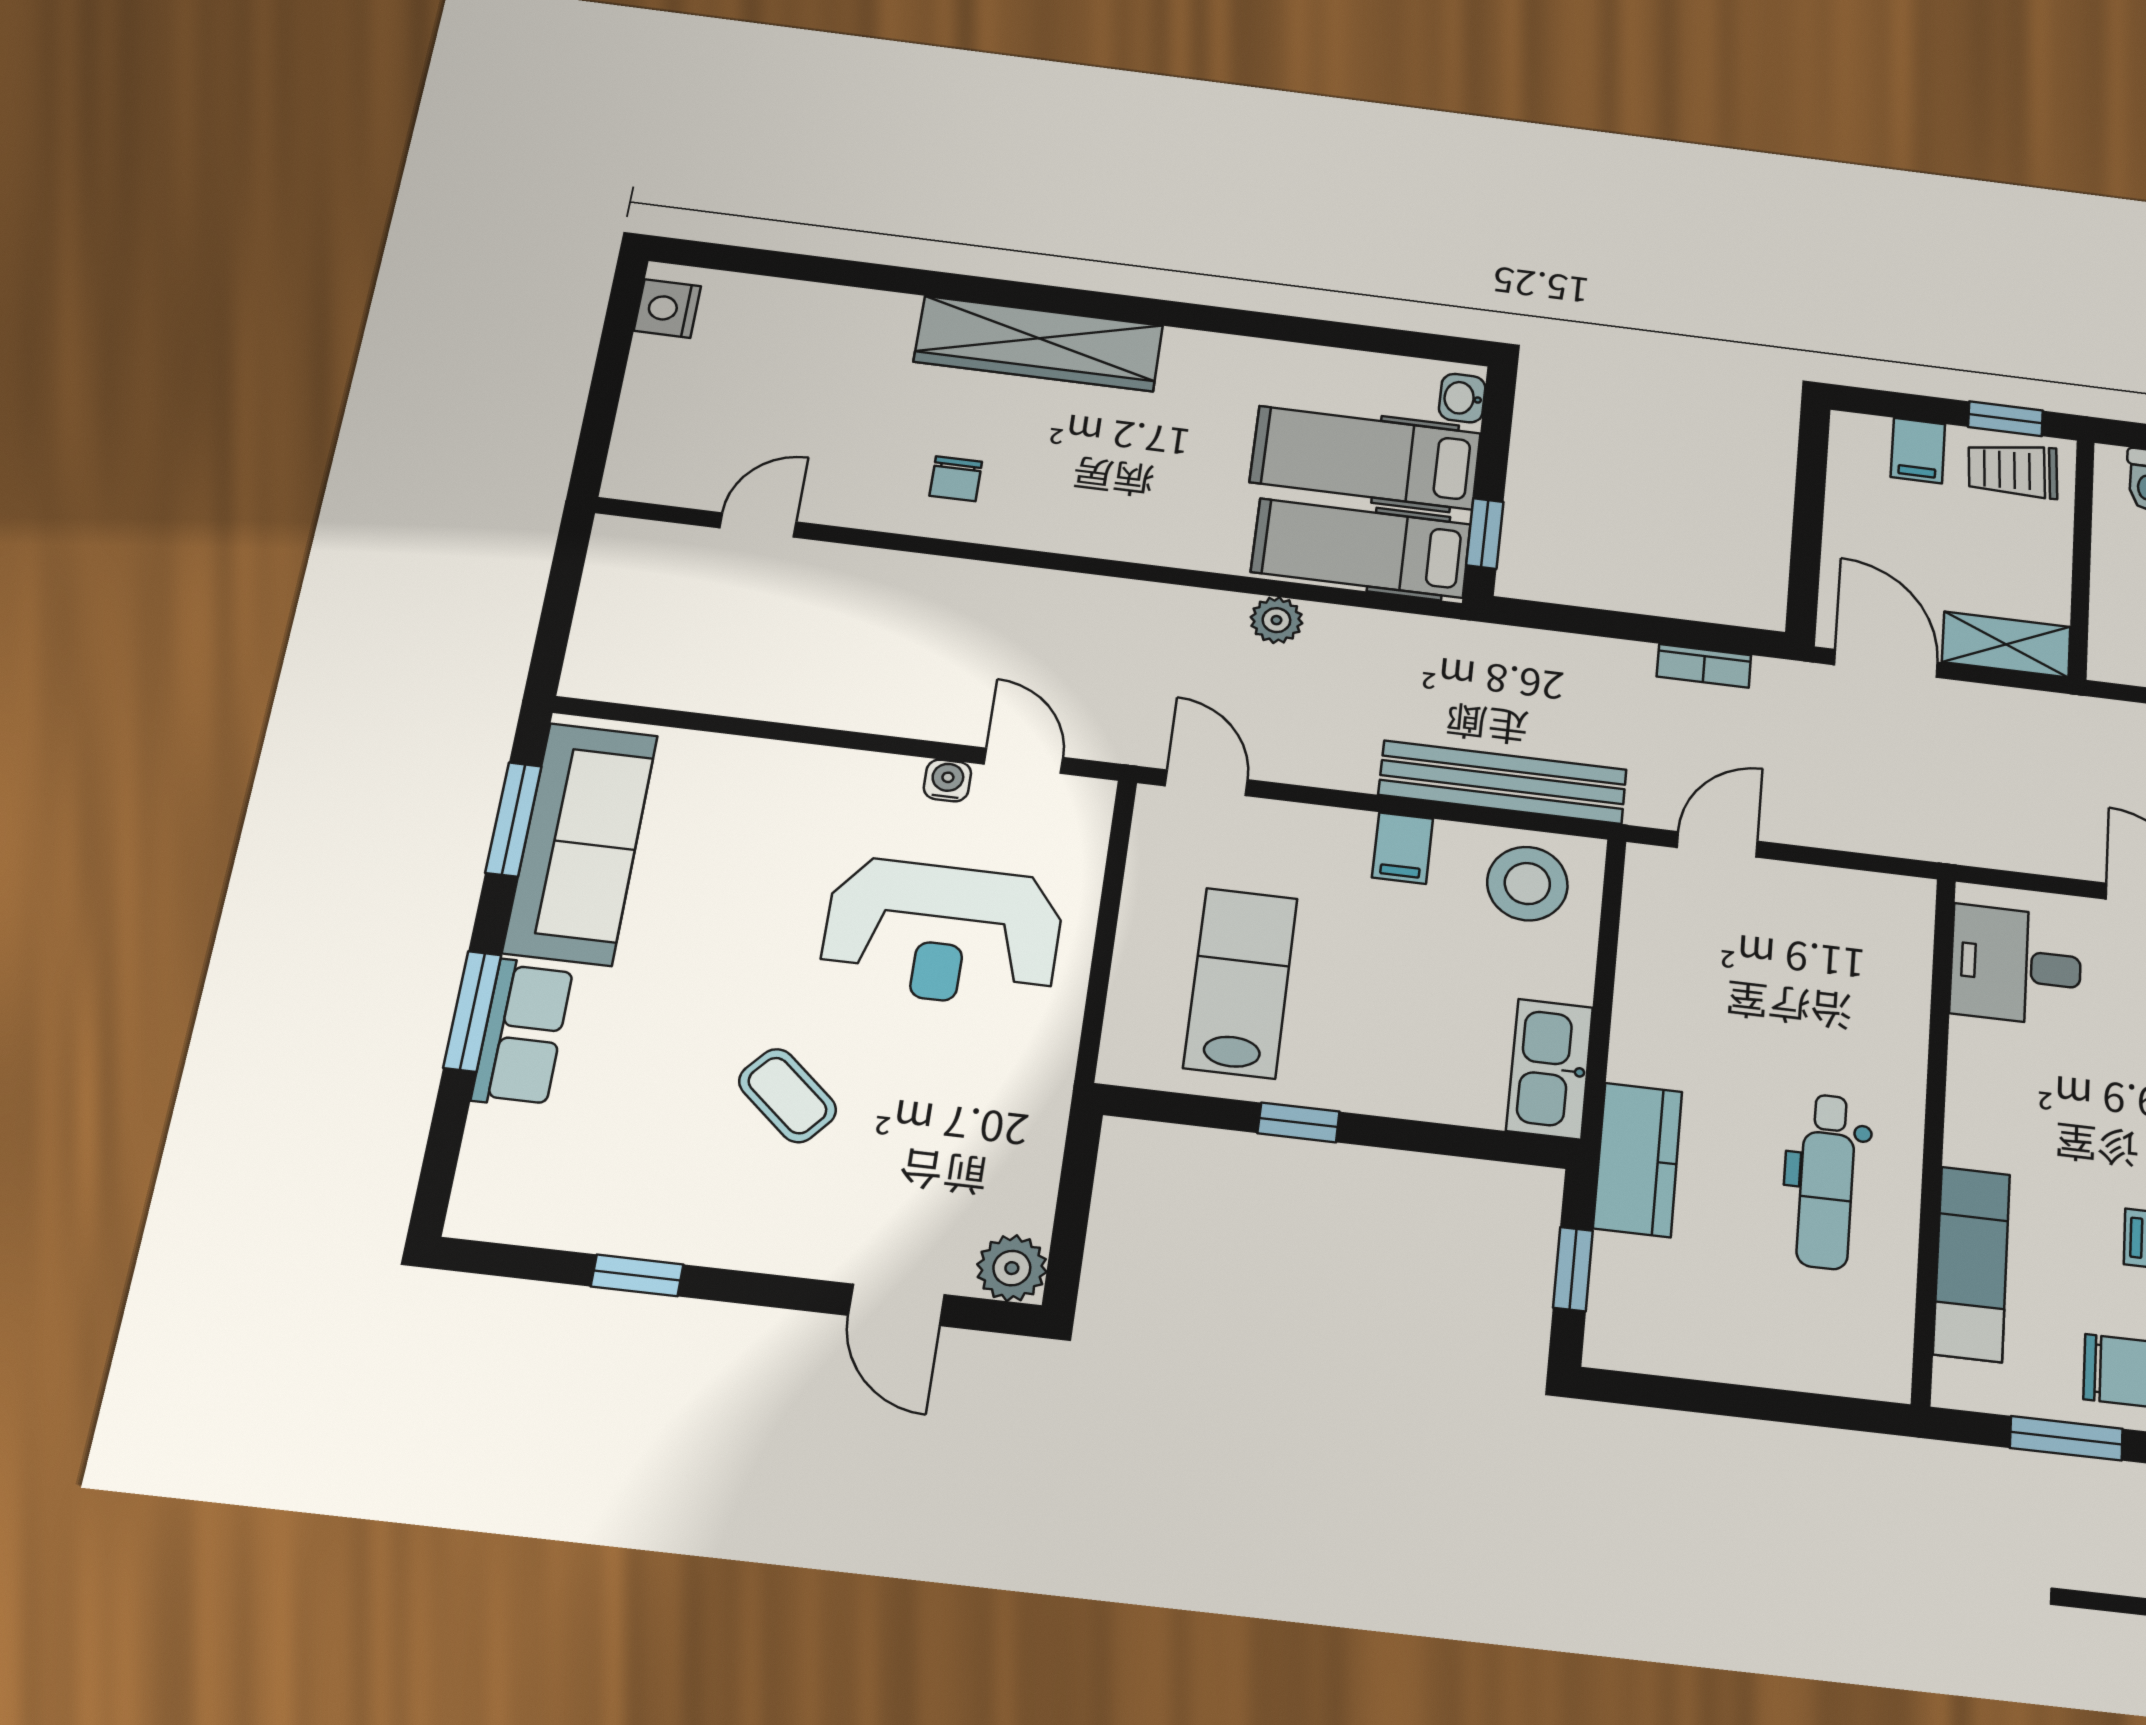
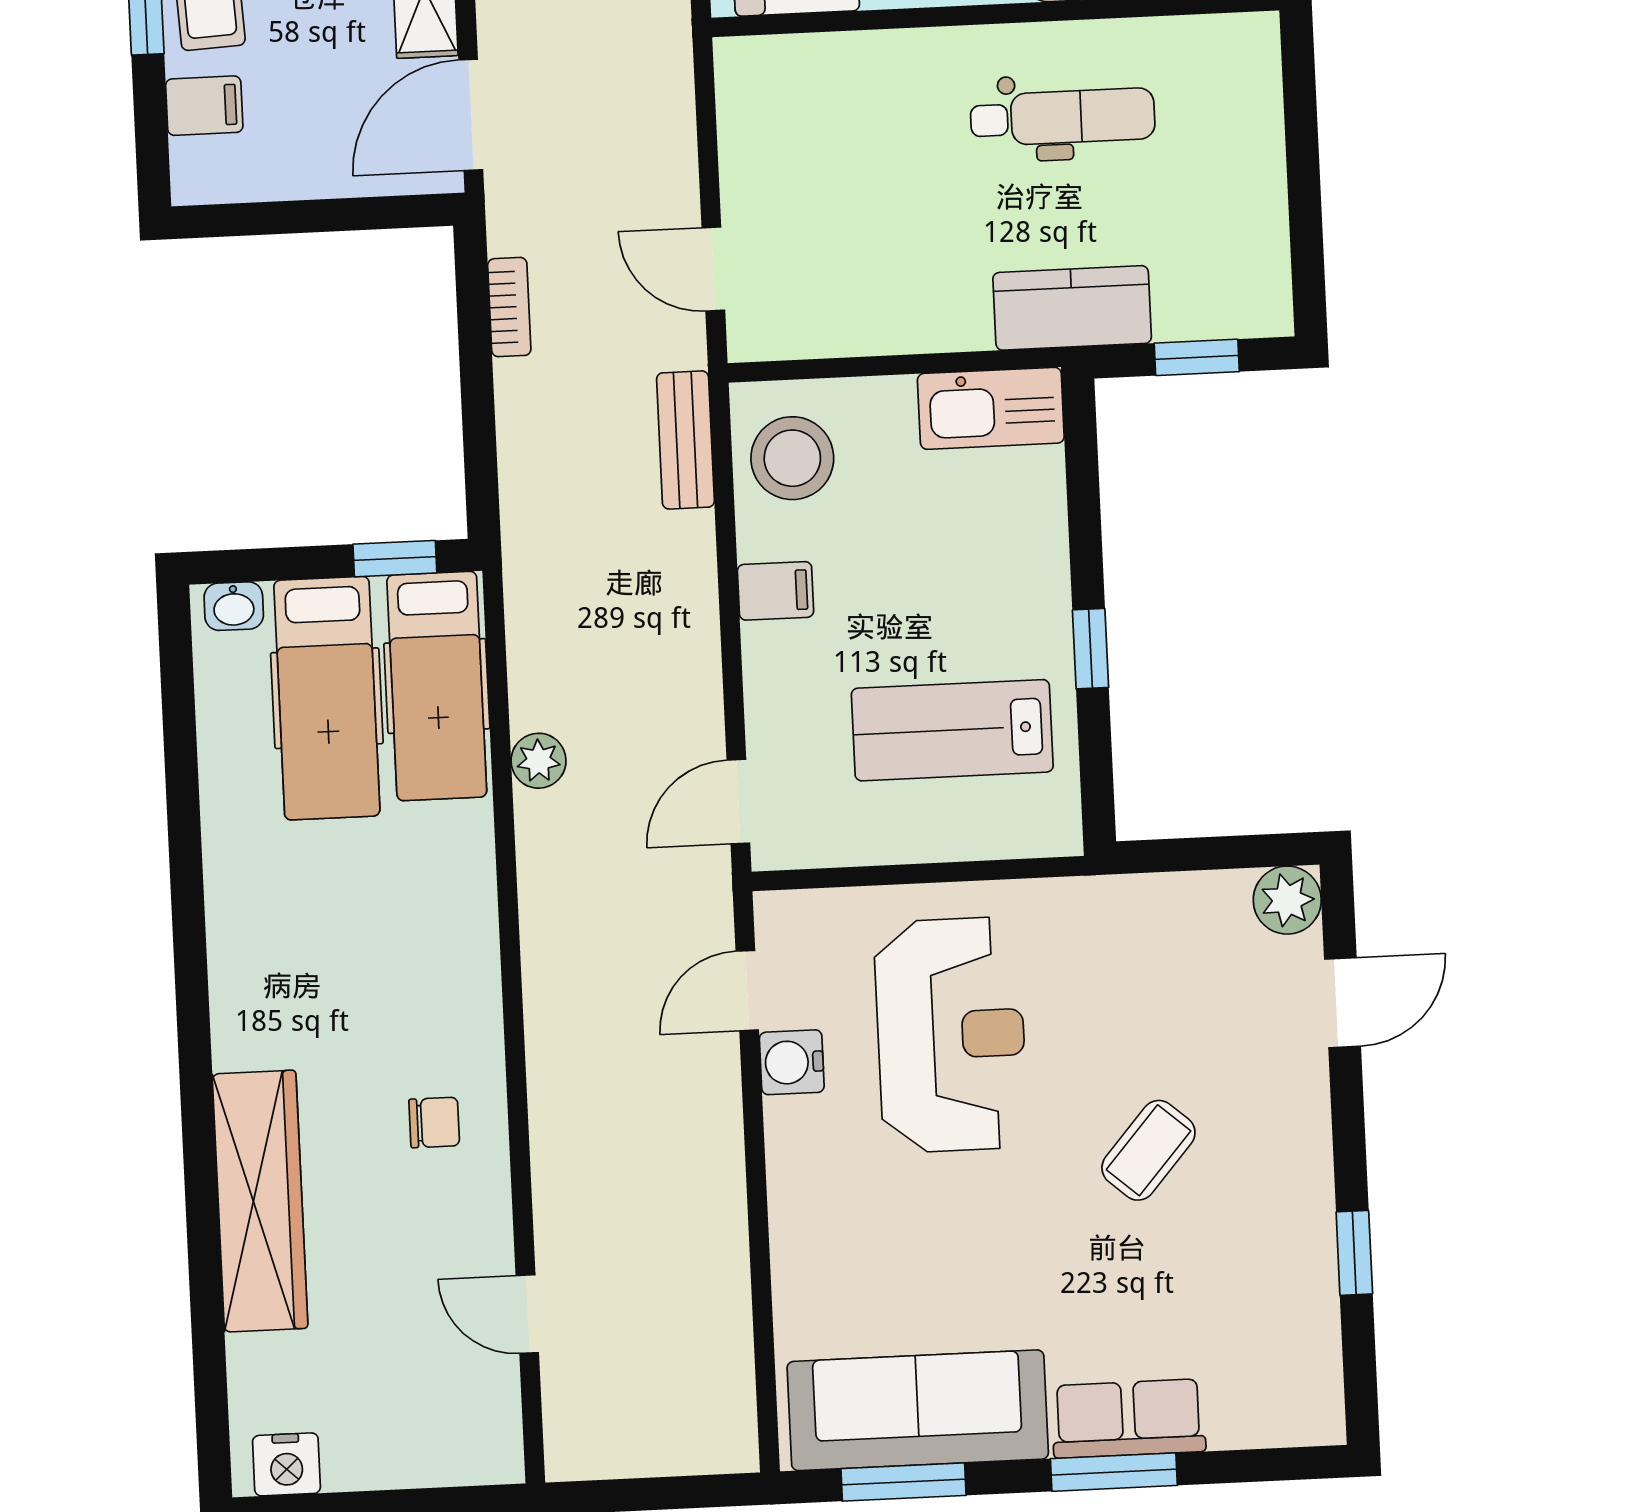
wardrobe: (1039, 344) -> (260, 1201), moved
water cooler: (947, 780) -> (792, 1062), width x1.38, depth x1.38
bench: (1503, 782) -> (685, 440), width x0.54, depth x0.82

